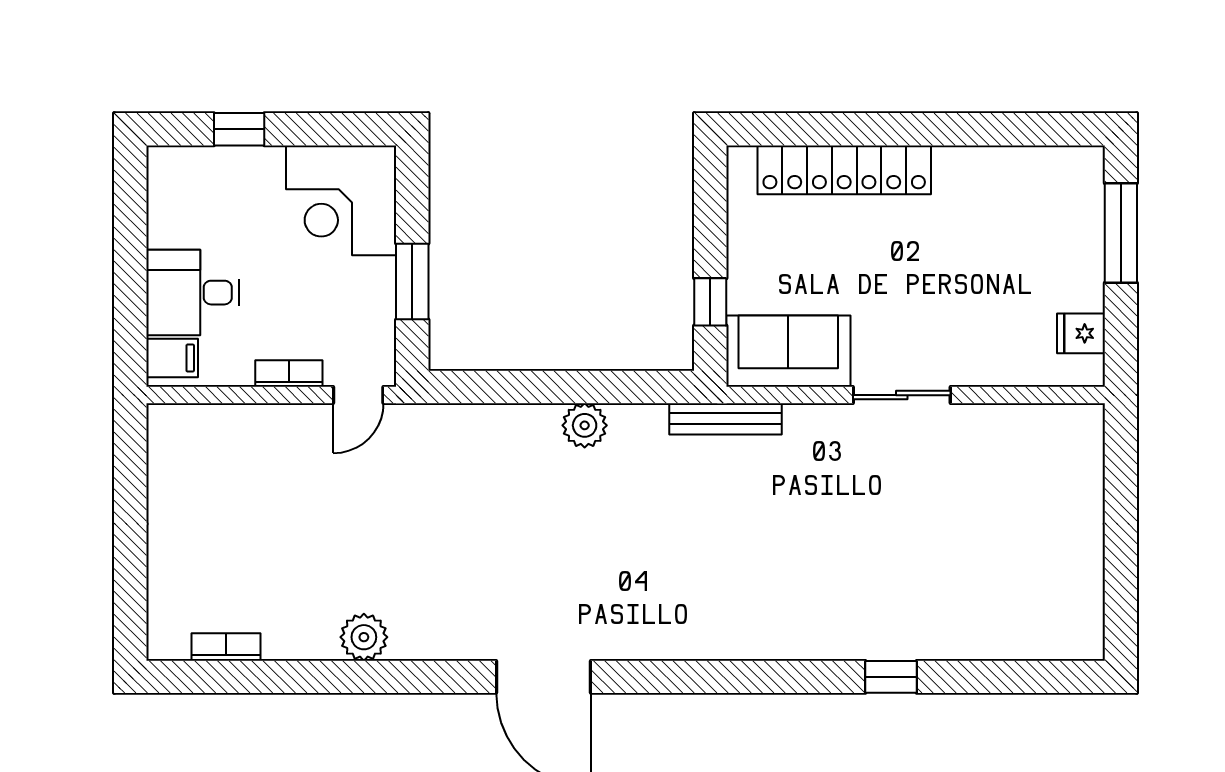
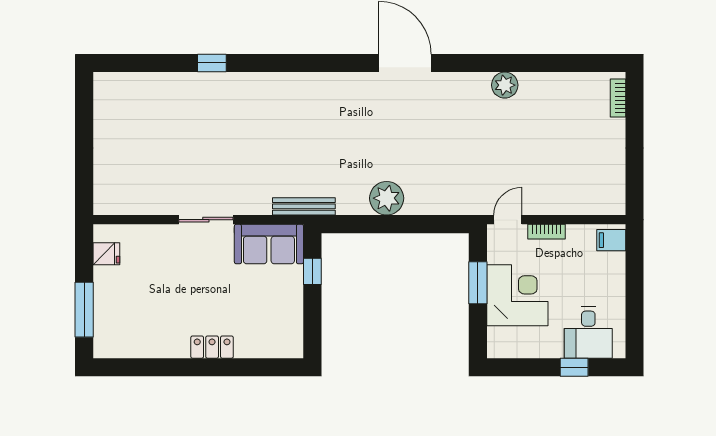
locker: (844, 170) -> (212, 347), width x0.46, depth x0.83
corner desk: (341, 200) -> (517, 295), moved
desk: (193, 293) -> (588, 333), moved, turned 90
plant: (585, 425) -> (387, 198), width x1.36, depth x1.36
bookcase: (226, 647) -> (618, 98), moved, turned 90

